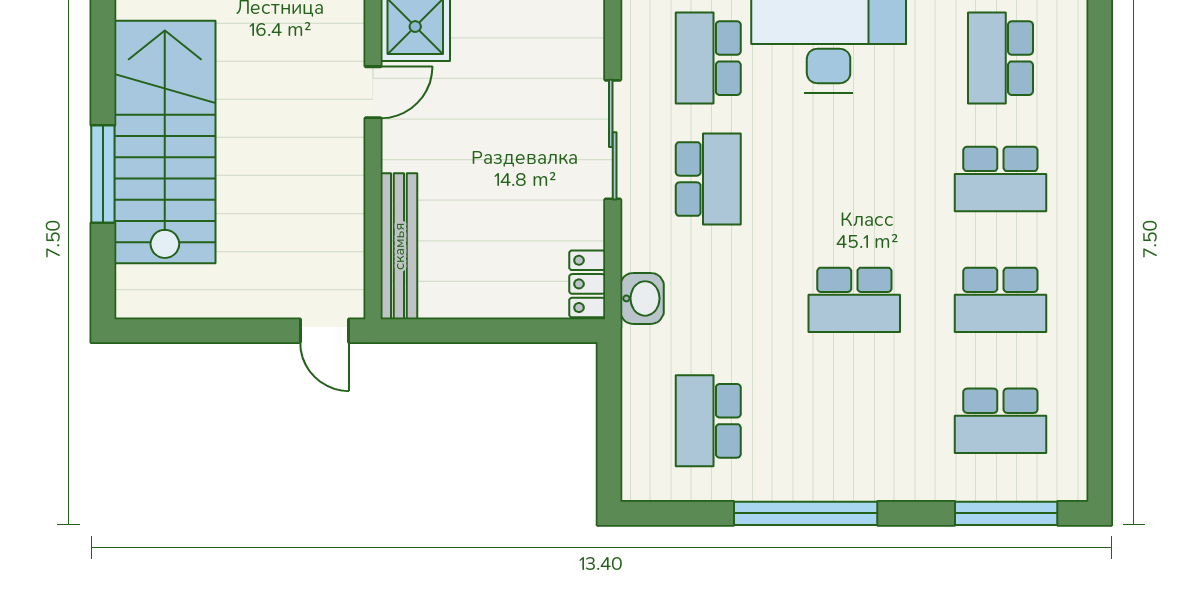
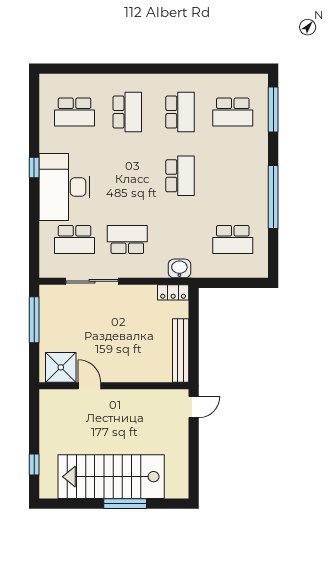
sliding door: (613, 140) -> (92, 281), moved
bench: (399, 246) -> (181, 351), moved, turned 90
school desk: (1000, 421) -> (233, 112), turned 90

